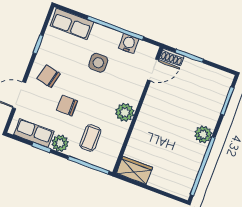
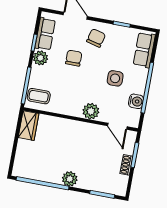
shoe rack: (172, 57) -> (126, 165), moved
plant: (125, 112) -> (91, 111), moved
coffee table: (90, 138) -> (39, 96), moved

